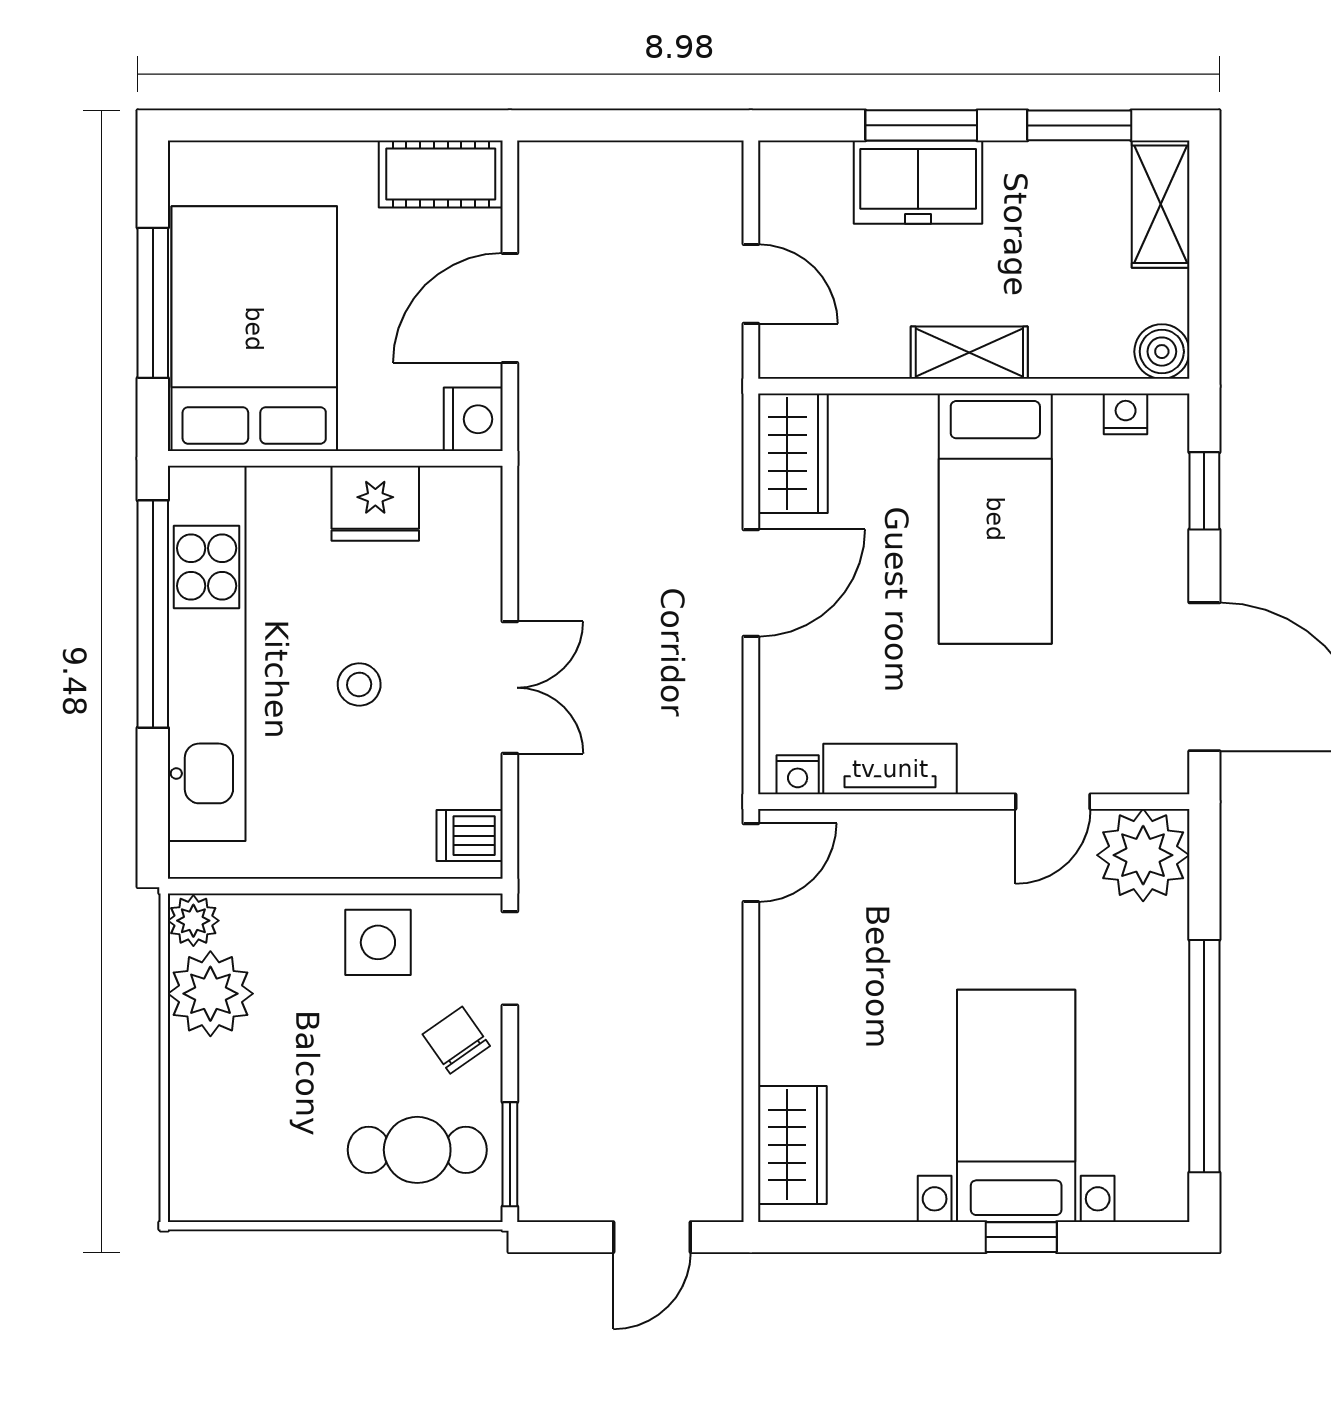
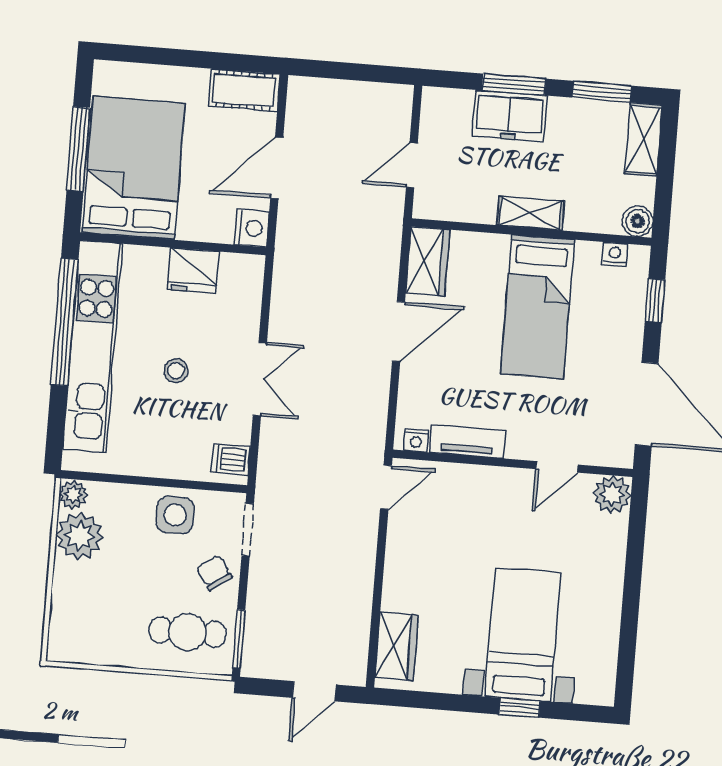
door: (751, 284) -> (412, 165), swing flipped
plant: (1143, 855) -> (612, 494), width x0.73, depth x0.73
window: (1204, 1056) -> (630, 615), removed

